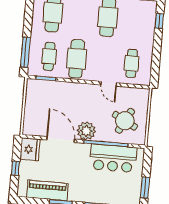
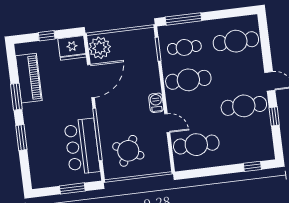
cafe table: (132, 63) -> (196, 145), width x1.37, depth x1.35
door: (109, 84) -> (167, 123), swing flipped
barbecue: (90, 89) -> (156, 103), added
plant: (86, 131) -> (100, 48), moved
window: (145, 188) -> (72, 188), moved

